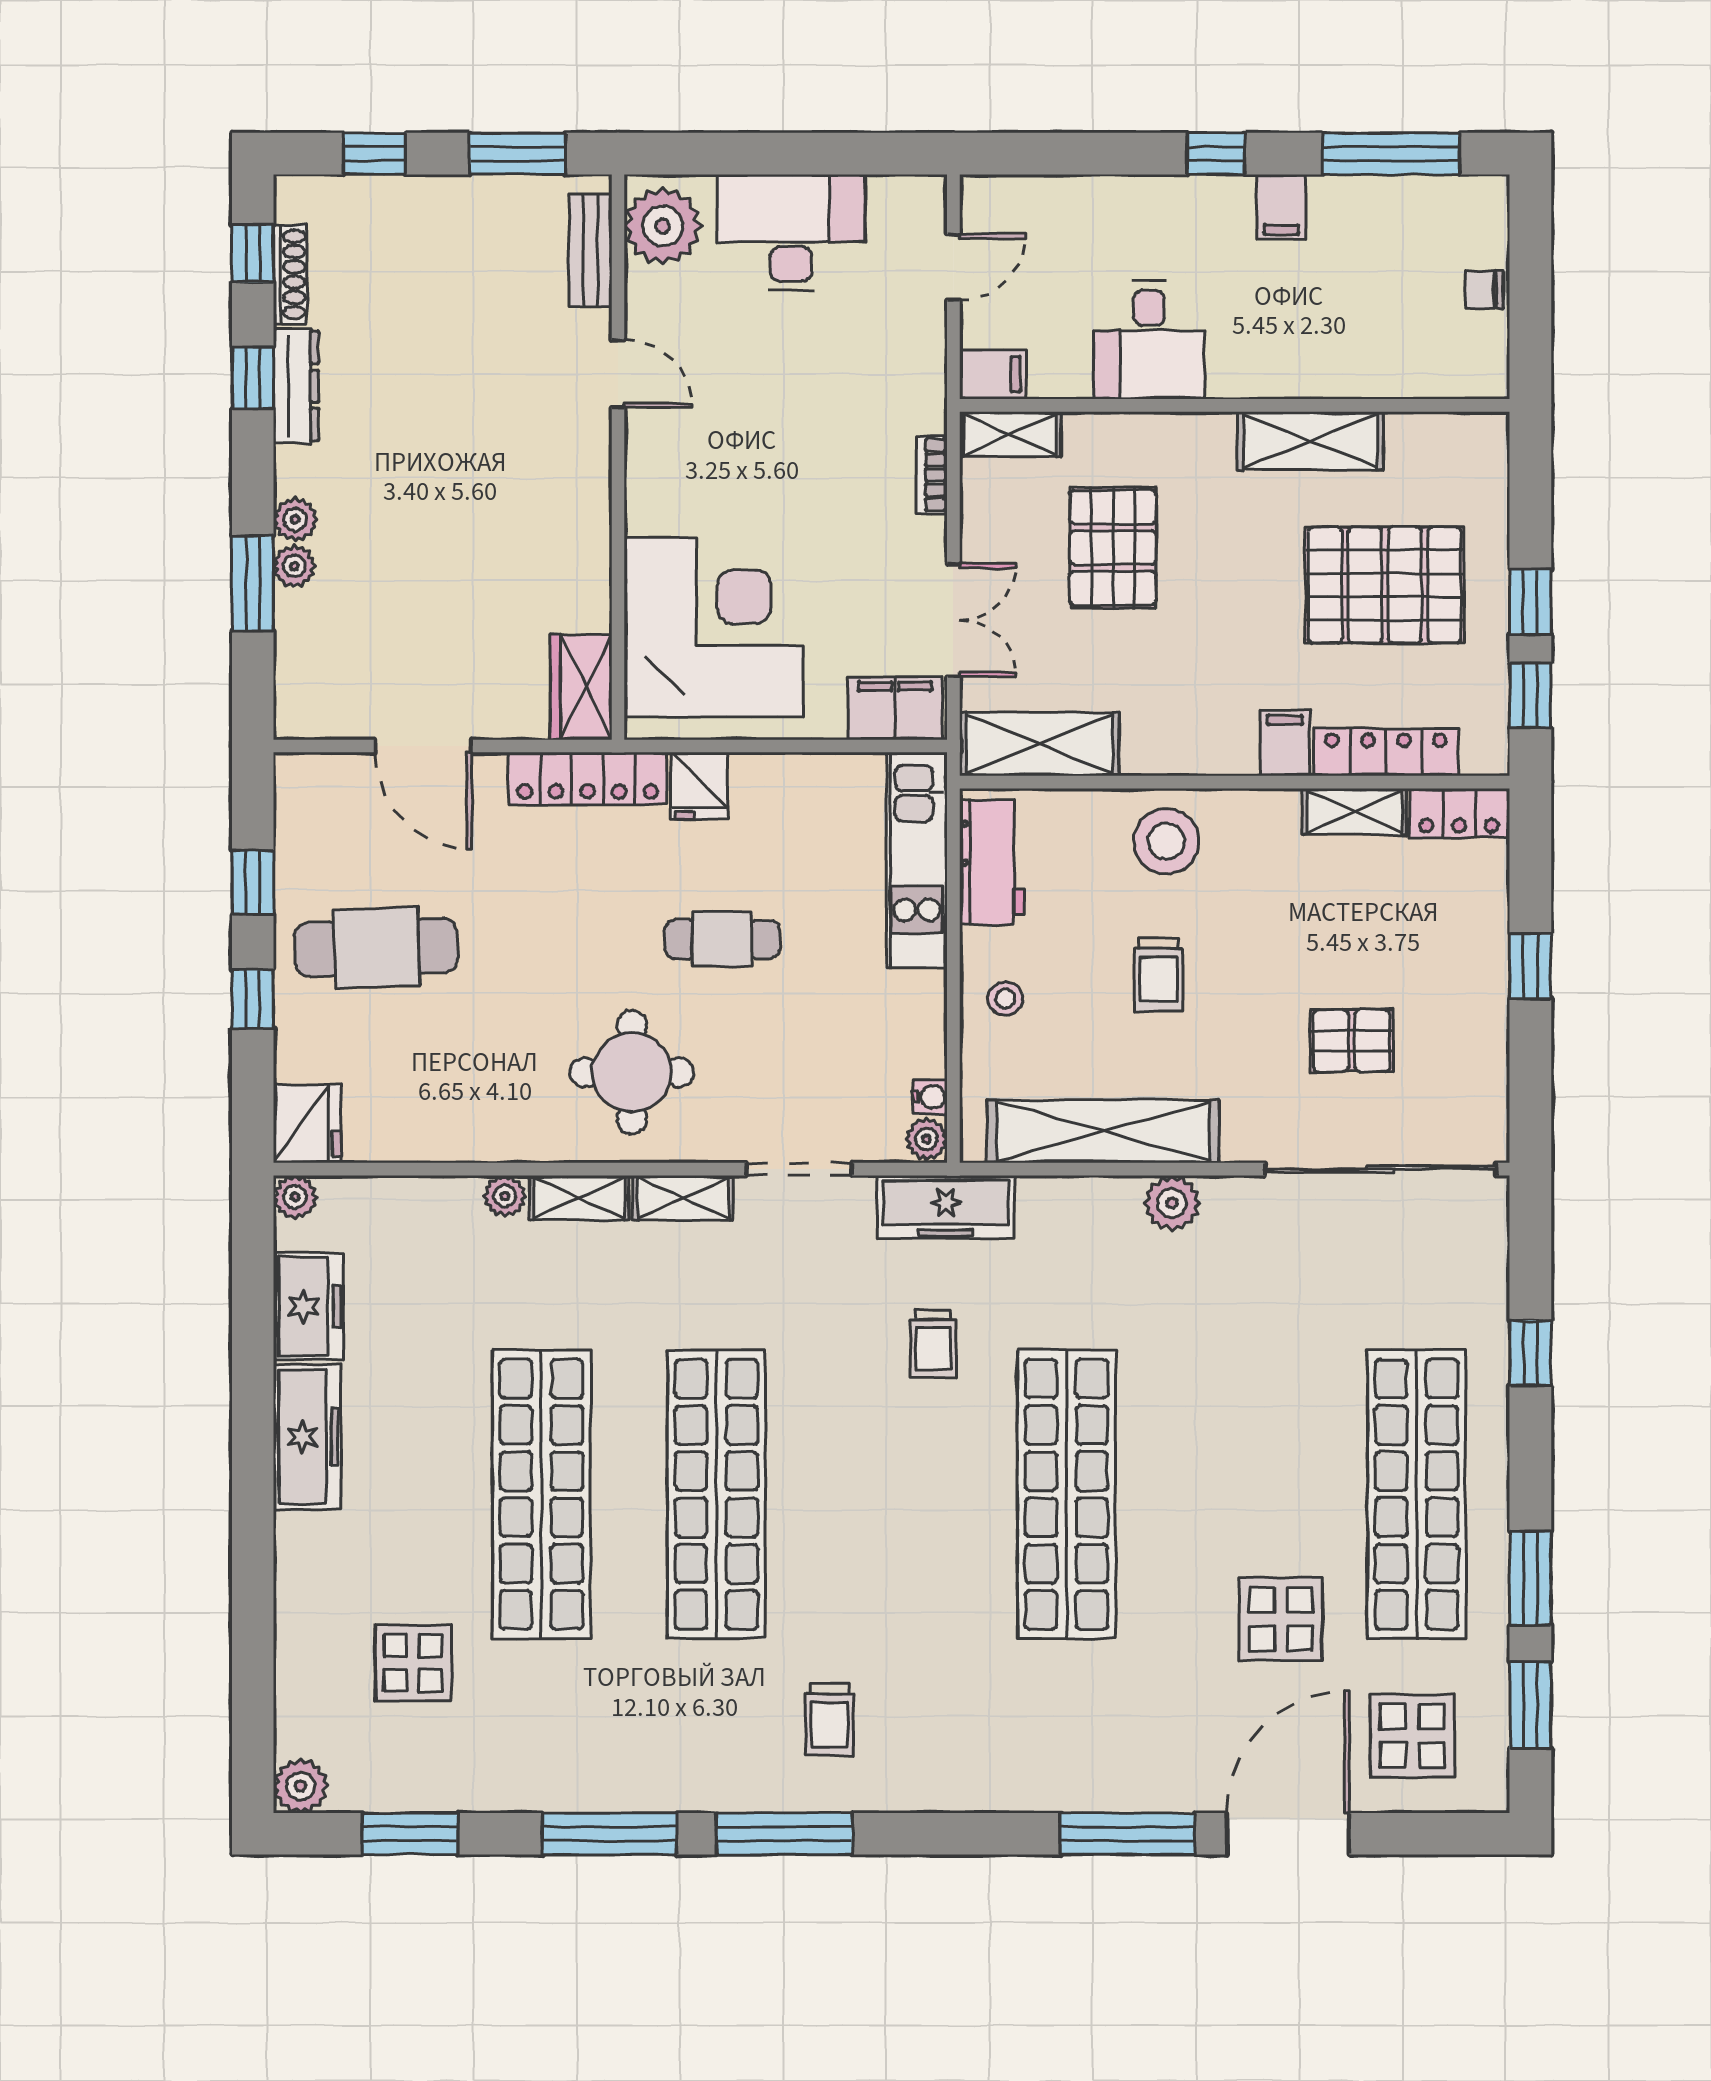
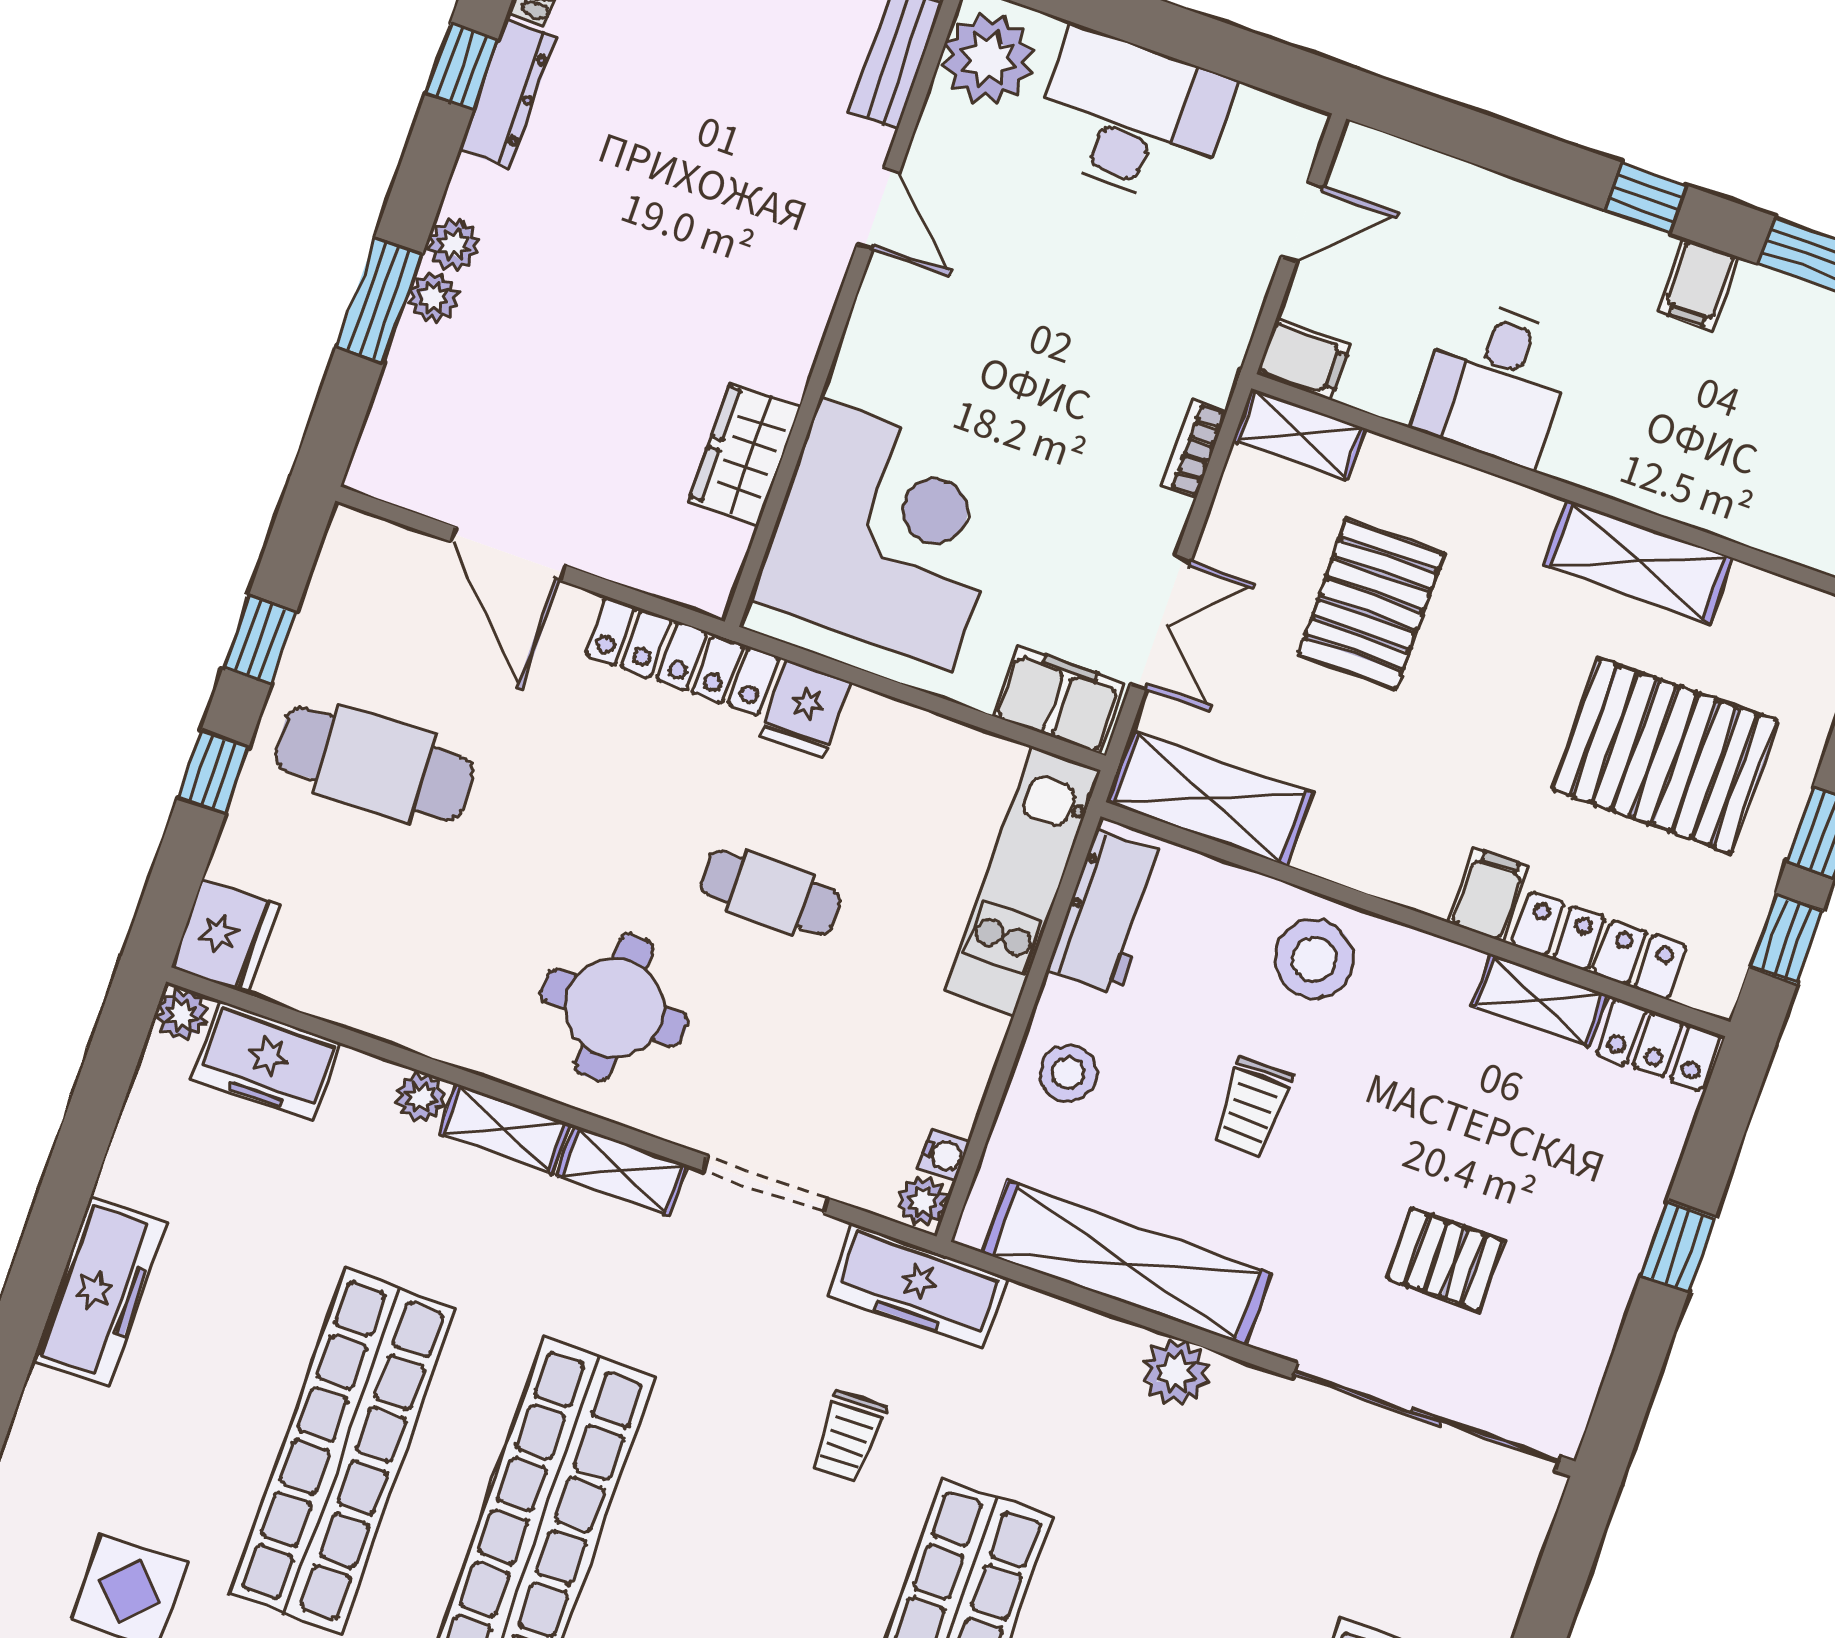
wardrobe: (581, 687) -> (745, 454), moved
stool: (1005, 999) -> (1068, 1073), width x1.37, depth x1.37
freezer: (308, 1306) -> (267, 1061), moved, turned 90

